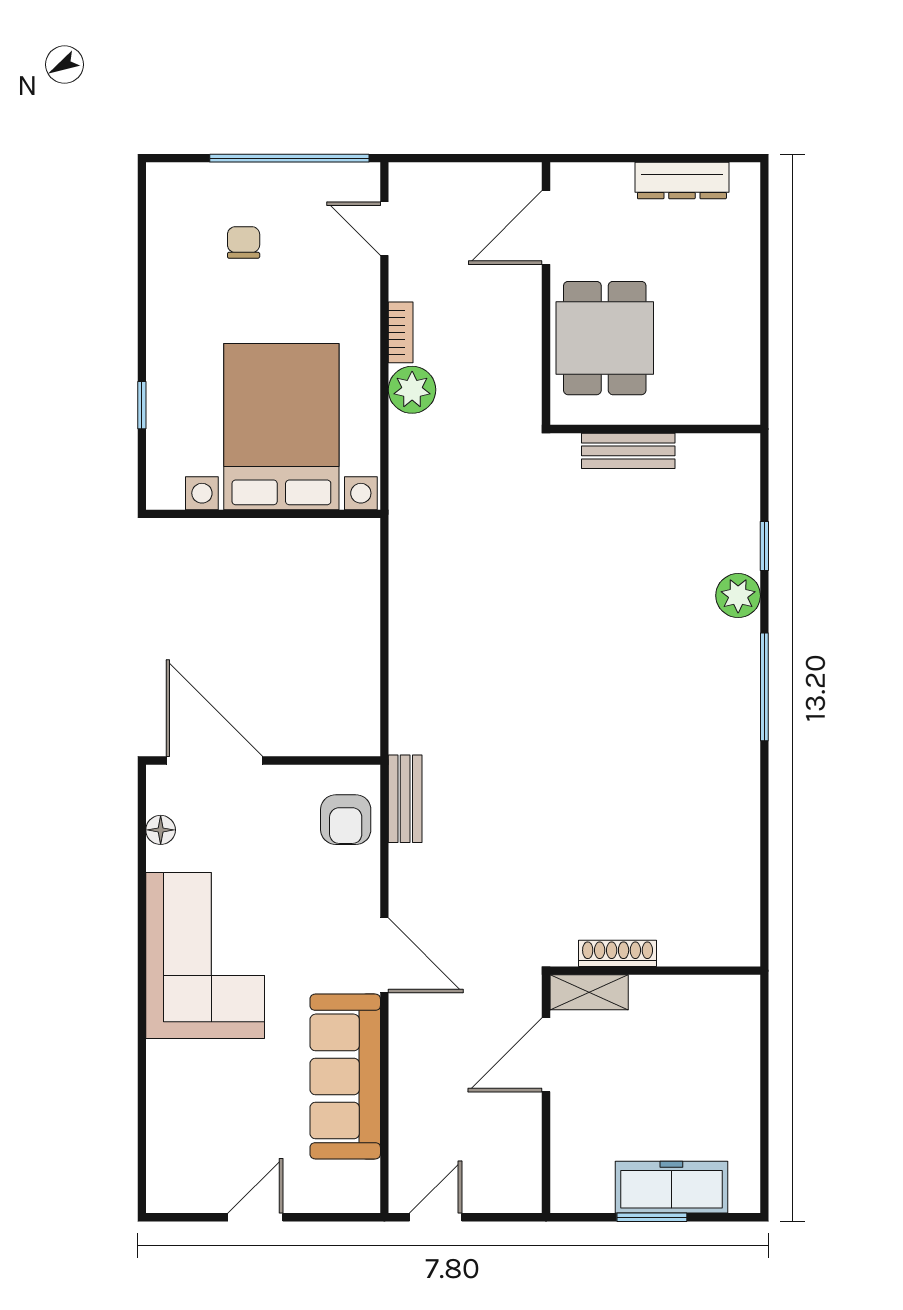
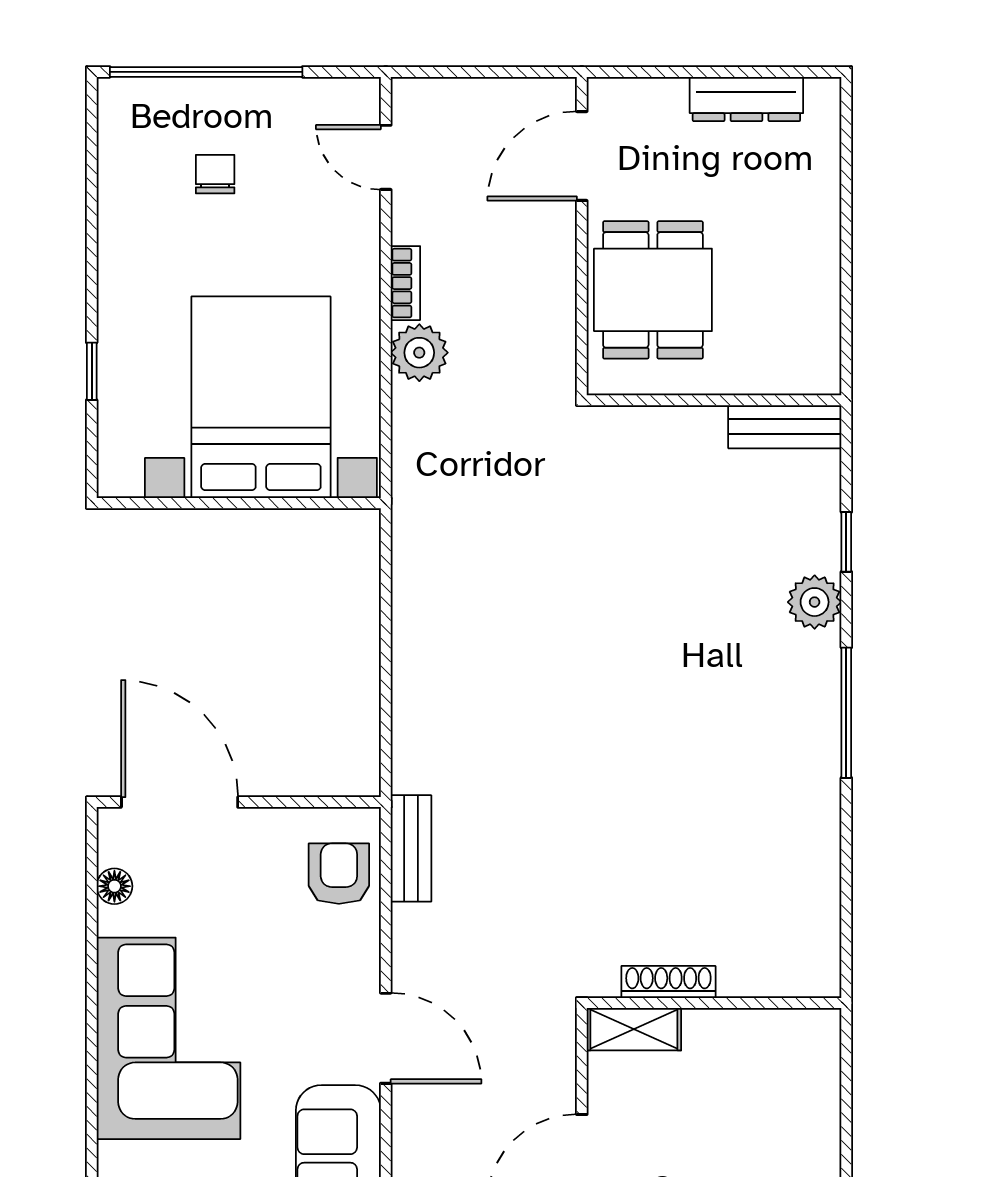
window: (289, 158) -> (206, 72), moved
bench: (628, 451) -> (785, 427), moved
armchair: (346, 820) -> (339, 874), turned 180
shoe rack: (618, 953) -> (668, 982), moved
wall: (655, 971) -> (714, 1003), moved
shelving: (589, 992) -> (634, 1029), moved

